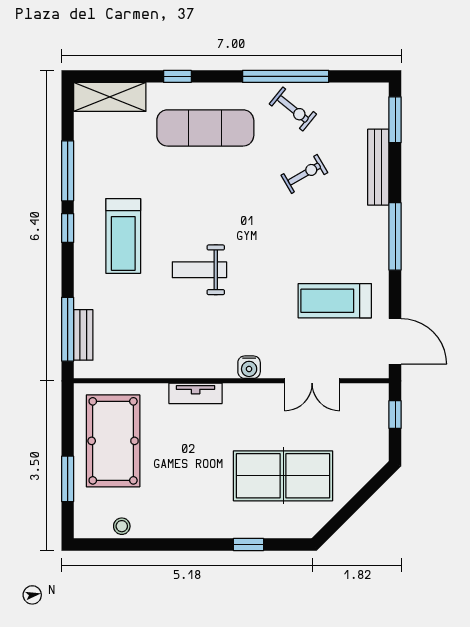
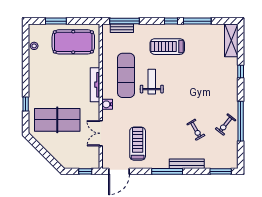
exercise mat: (205, 128) -> (126, 75), moved
bench: (378, 167) -> (187, 164), moved
tv unit: (196, 393) -> (95, 85), width x1.41
table tennis table: (283, 476) -> (57, 120), turned 90

